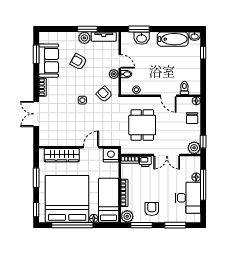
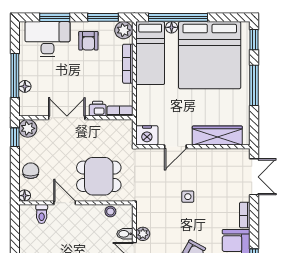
armchair: (104, 94) -> (156, 205), removed
dining table: (142, 125) -> (99, 176), moved, turned 90
wall: (79, 147) -> (193, 147), moved
door: (91, 147) -> (175, 147), moved
wardrobe: (62, 155) -> (217, 135), moved
nightstand: (111, 155) -> (147, 135), moved
window: (36, 178) -> (254, 85), width x1.44
desk: (188, 198) -> (48, 39), moved, turned 90
window: (72, 225) -> (178, 17), moved

